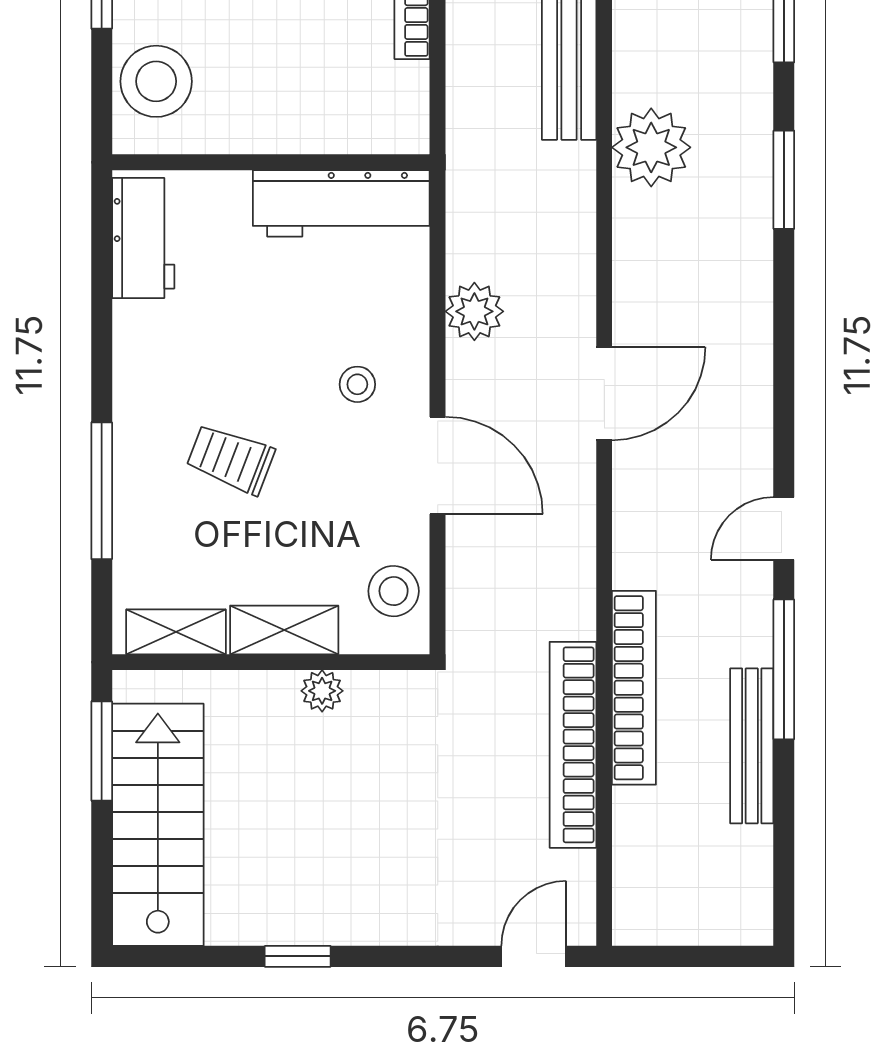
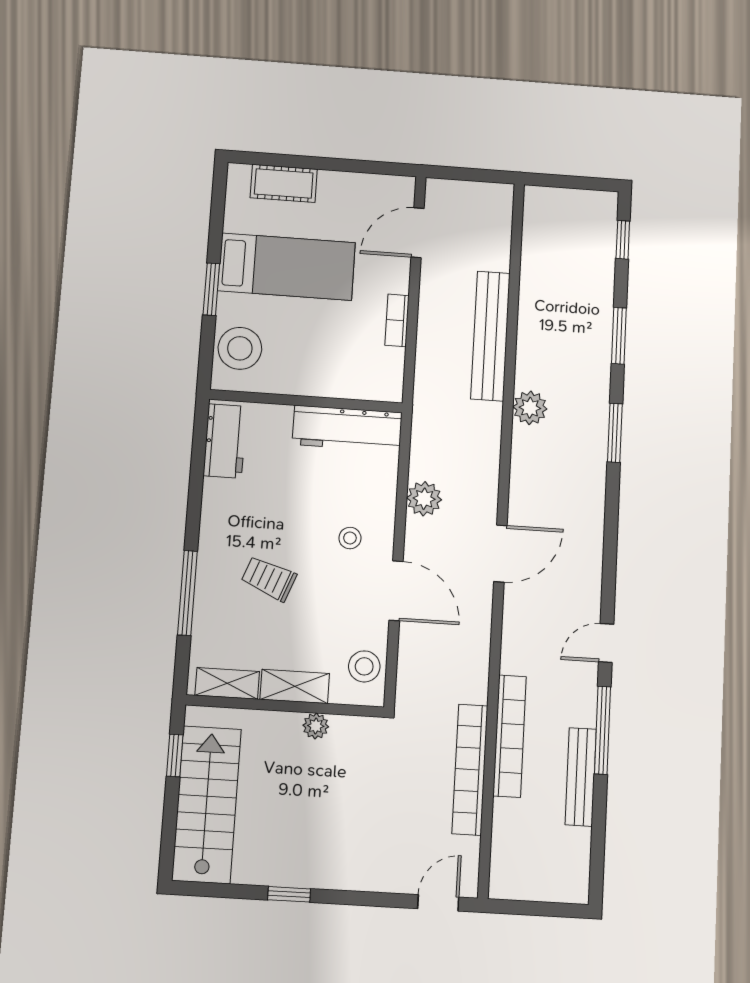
plant: (651, 147) -> (530, 408), width x0.73, depth x0.73
window: (102, 751) -> (175, 755), width x0.67

